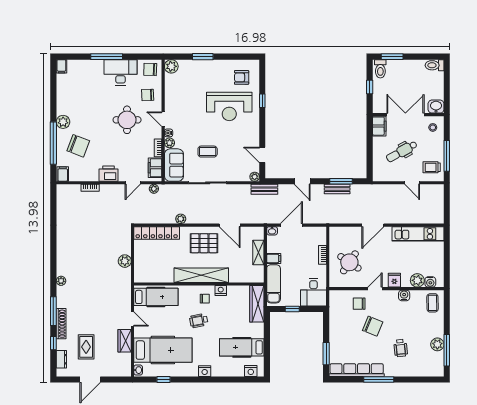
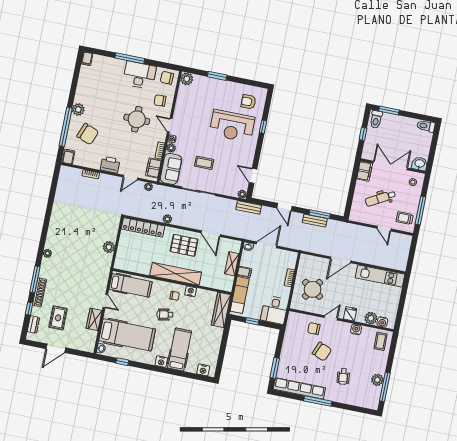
hospital bed: (242, 347) -> (180, 350), moved, turned 90

